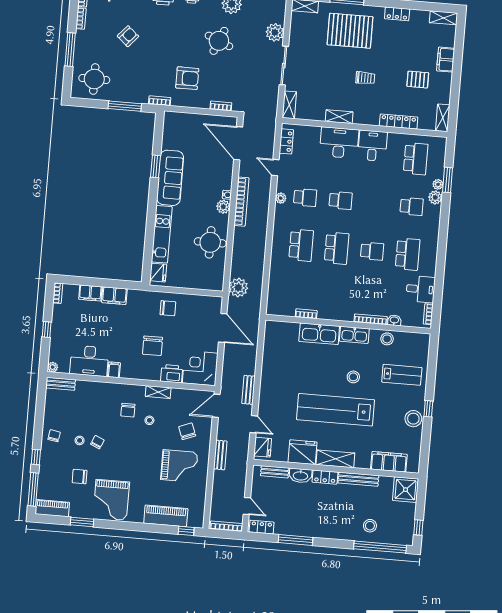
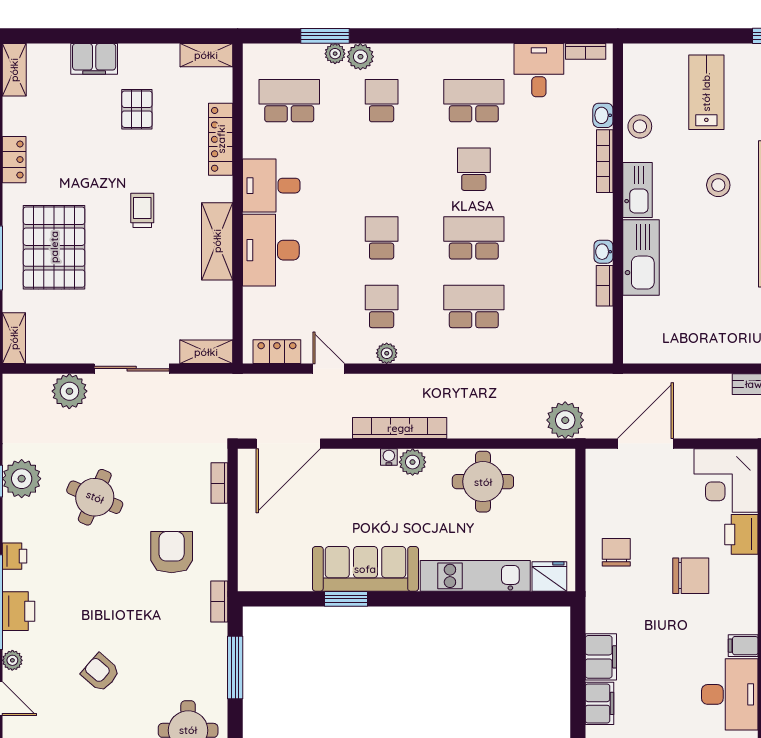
shelving: (339, 117) -> (217, 241), width x1.50, depth x1.33
door: (275, 167) -> (329, 369), swing flipped
washbasin: (324, 315) -> (603, 252), added

